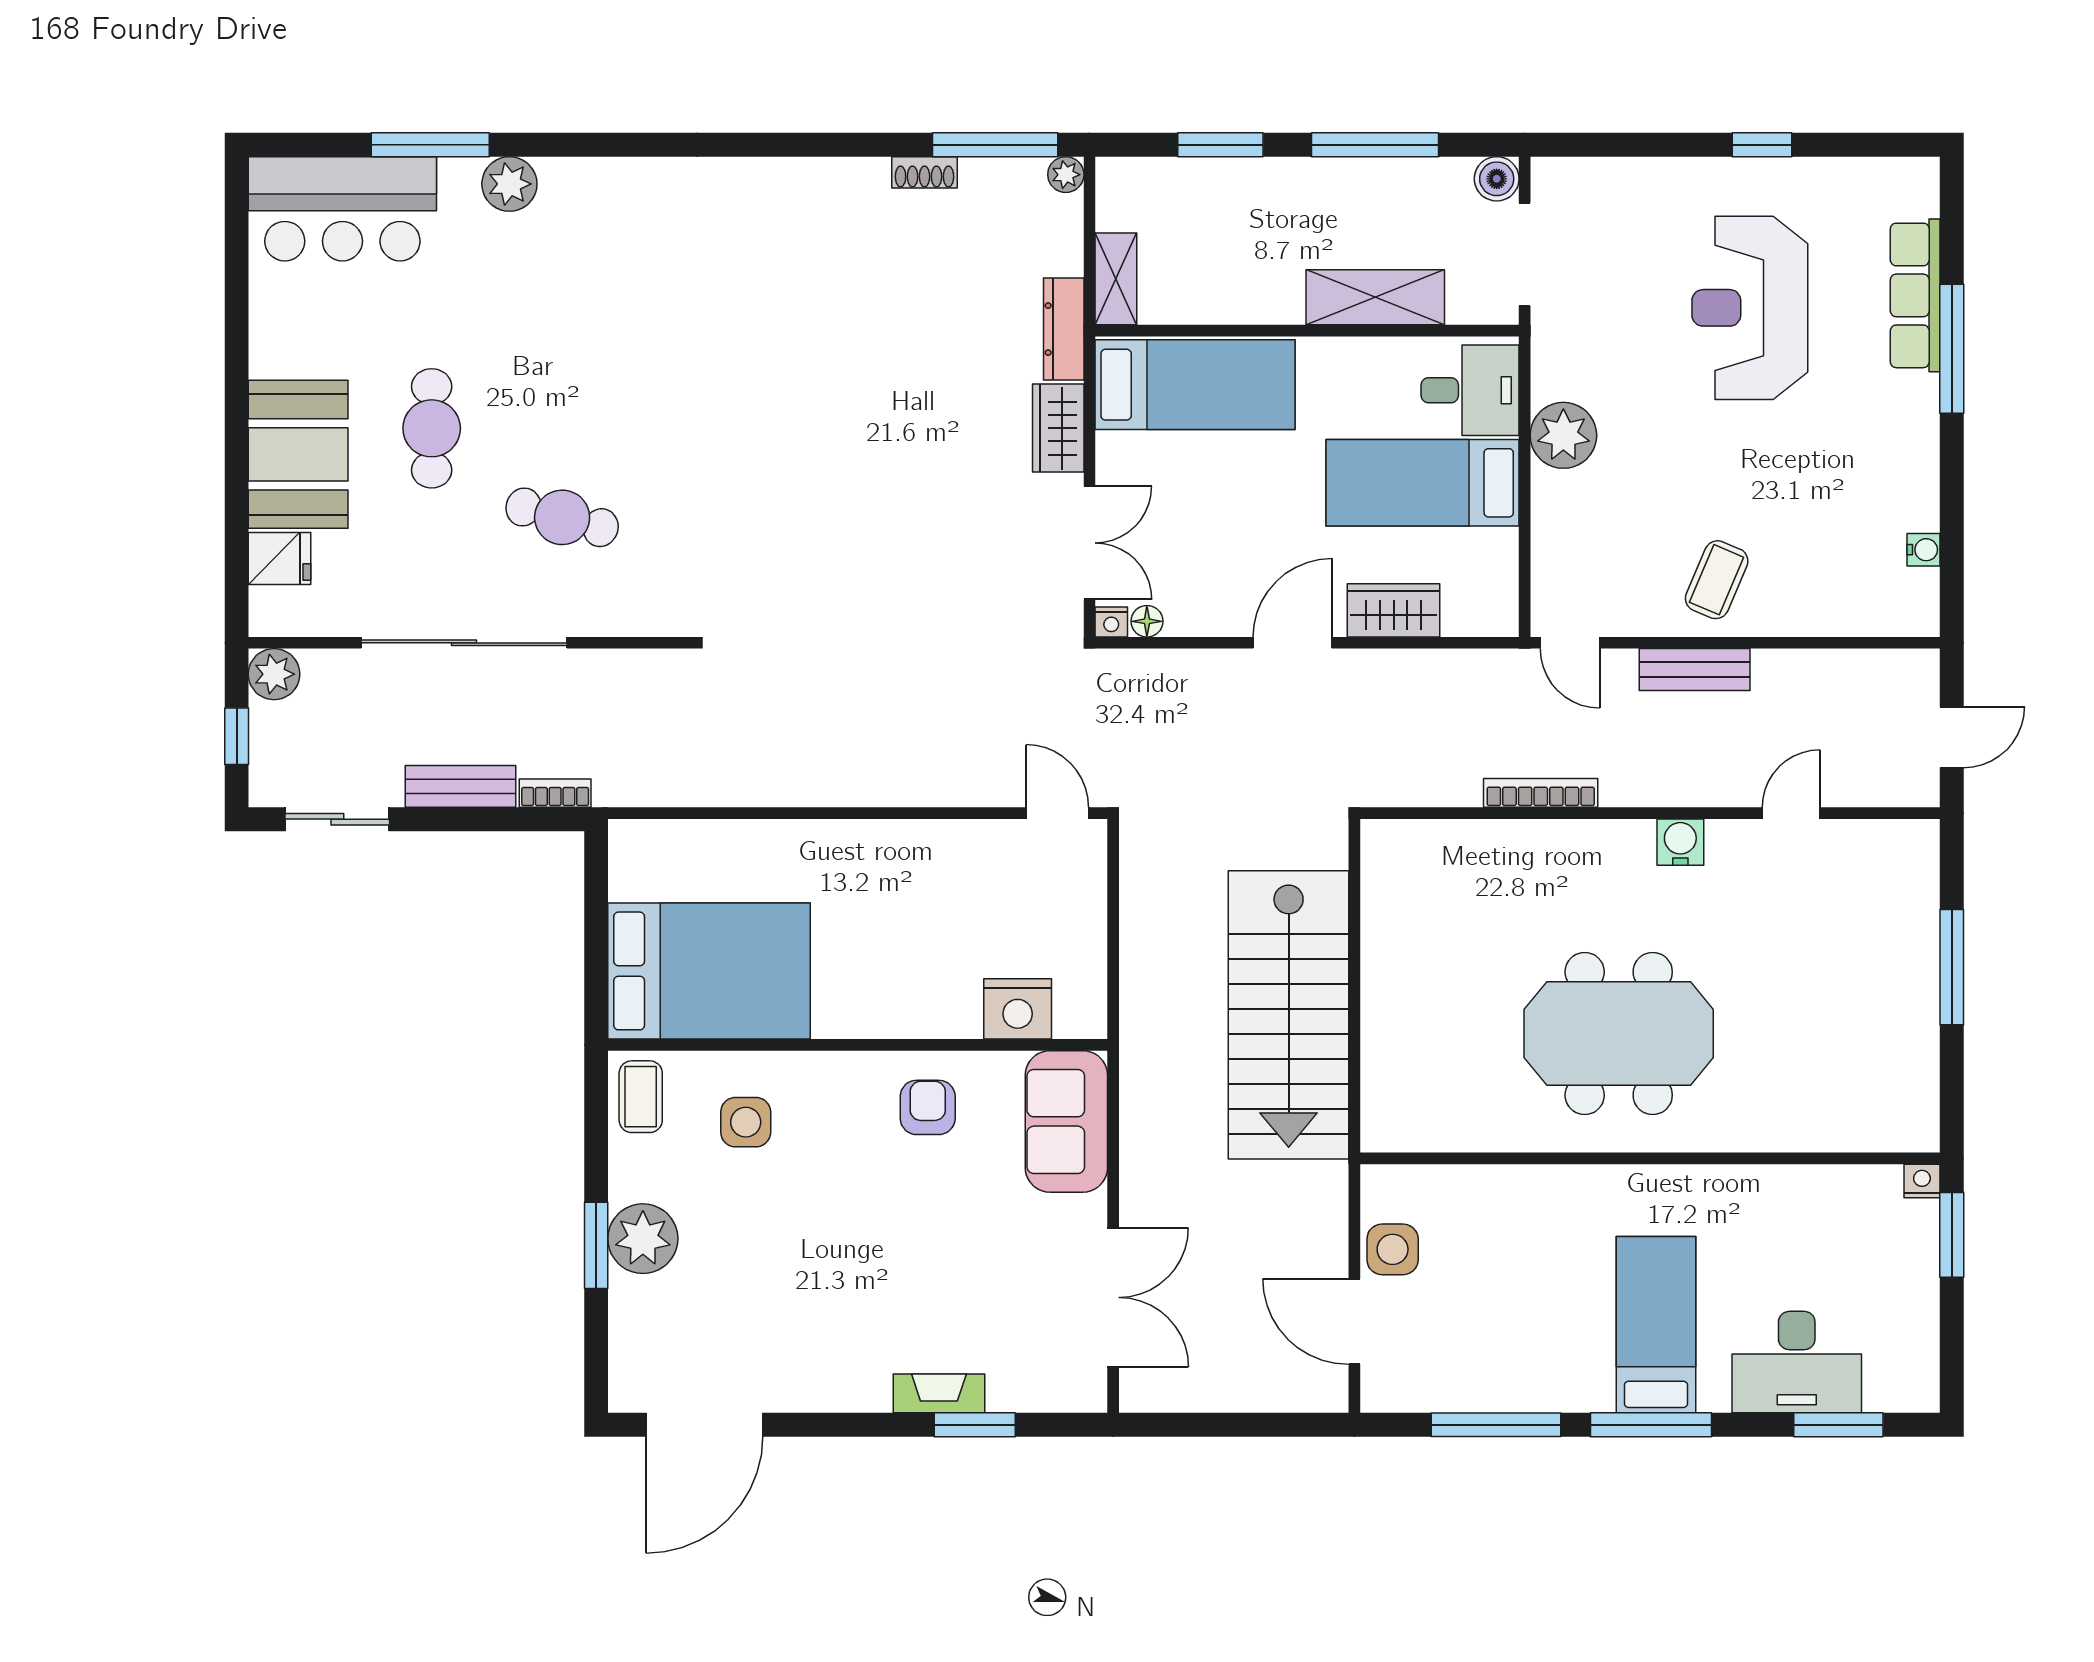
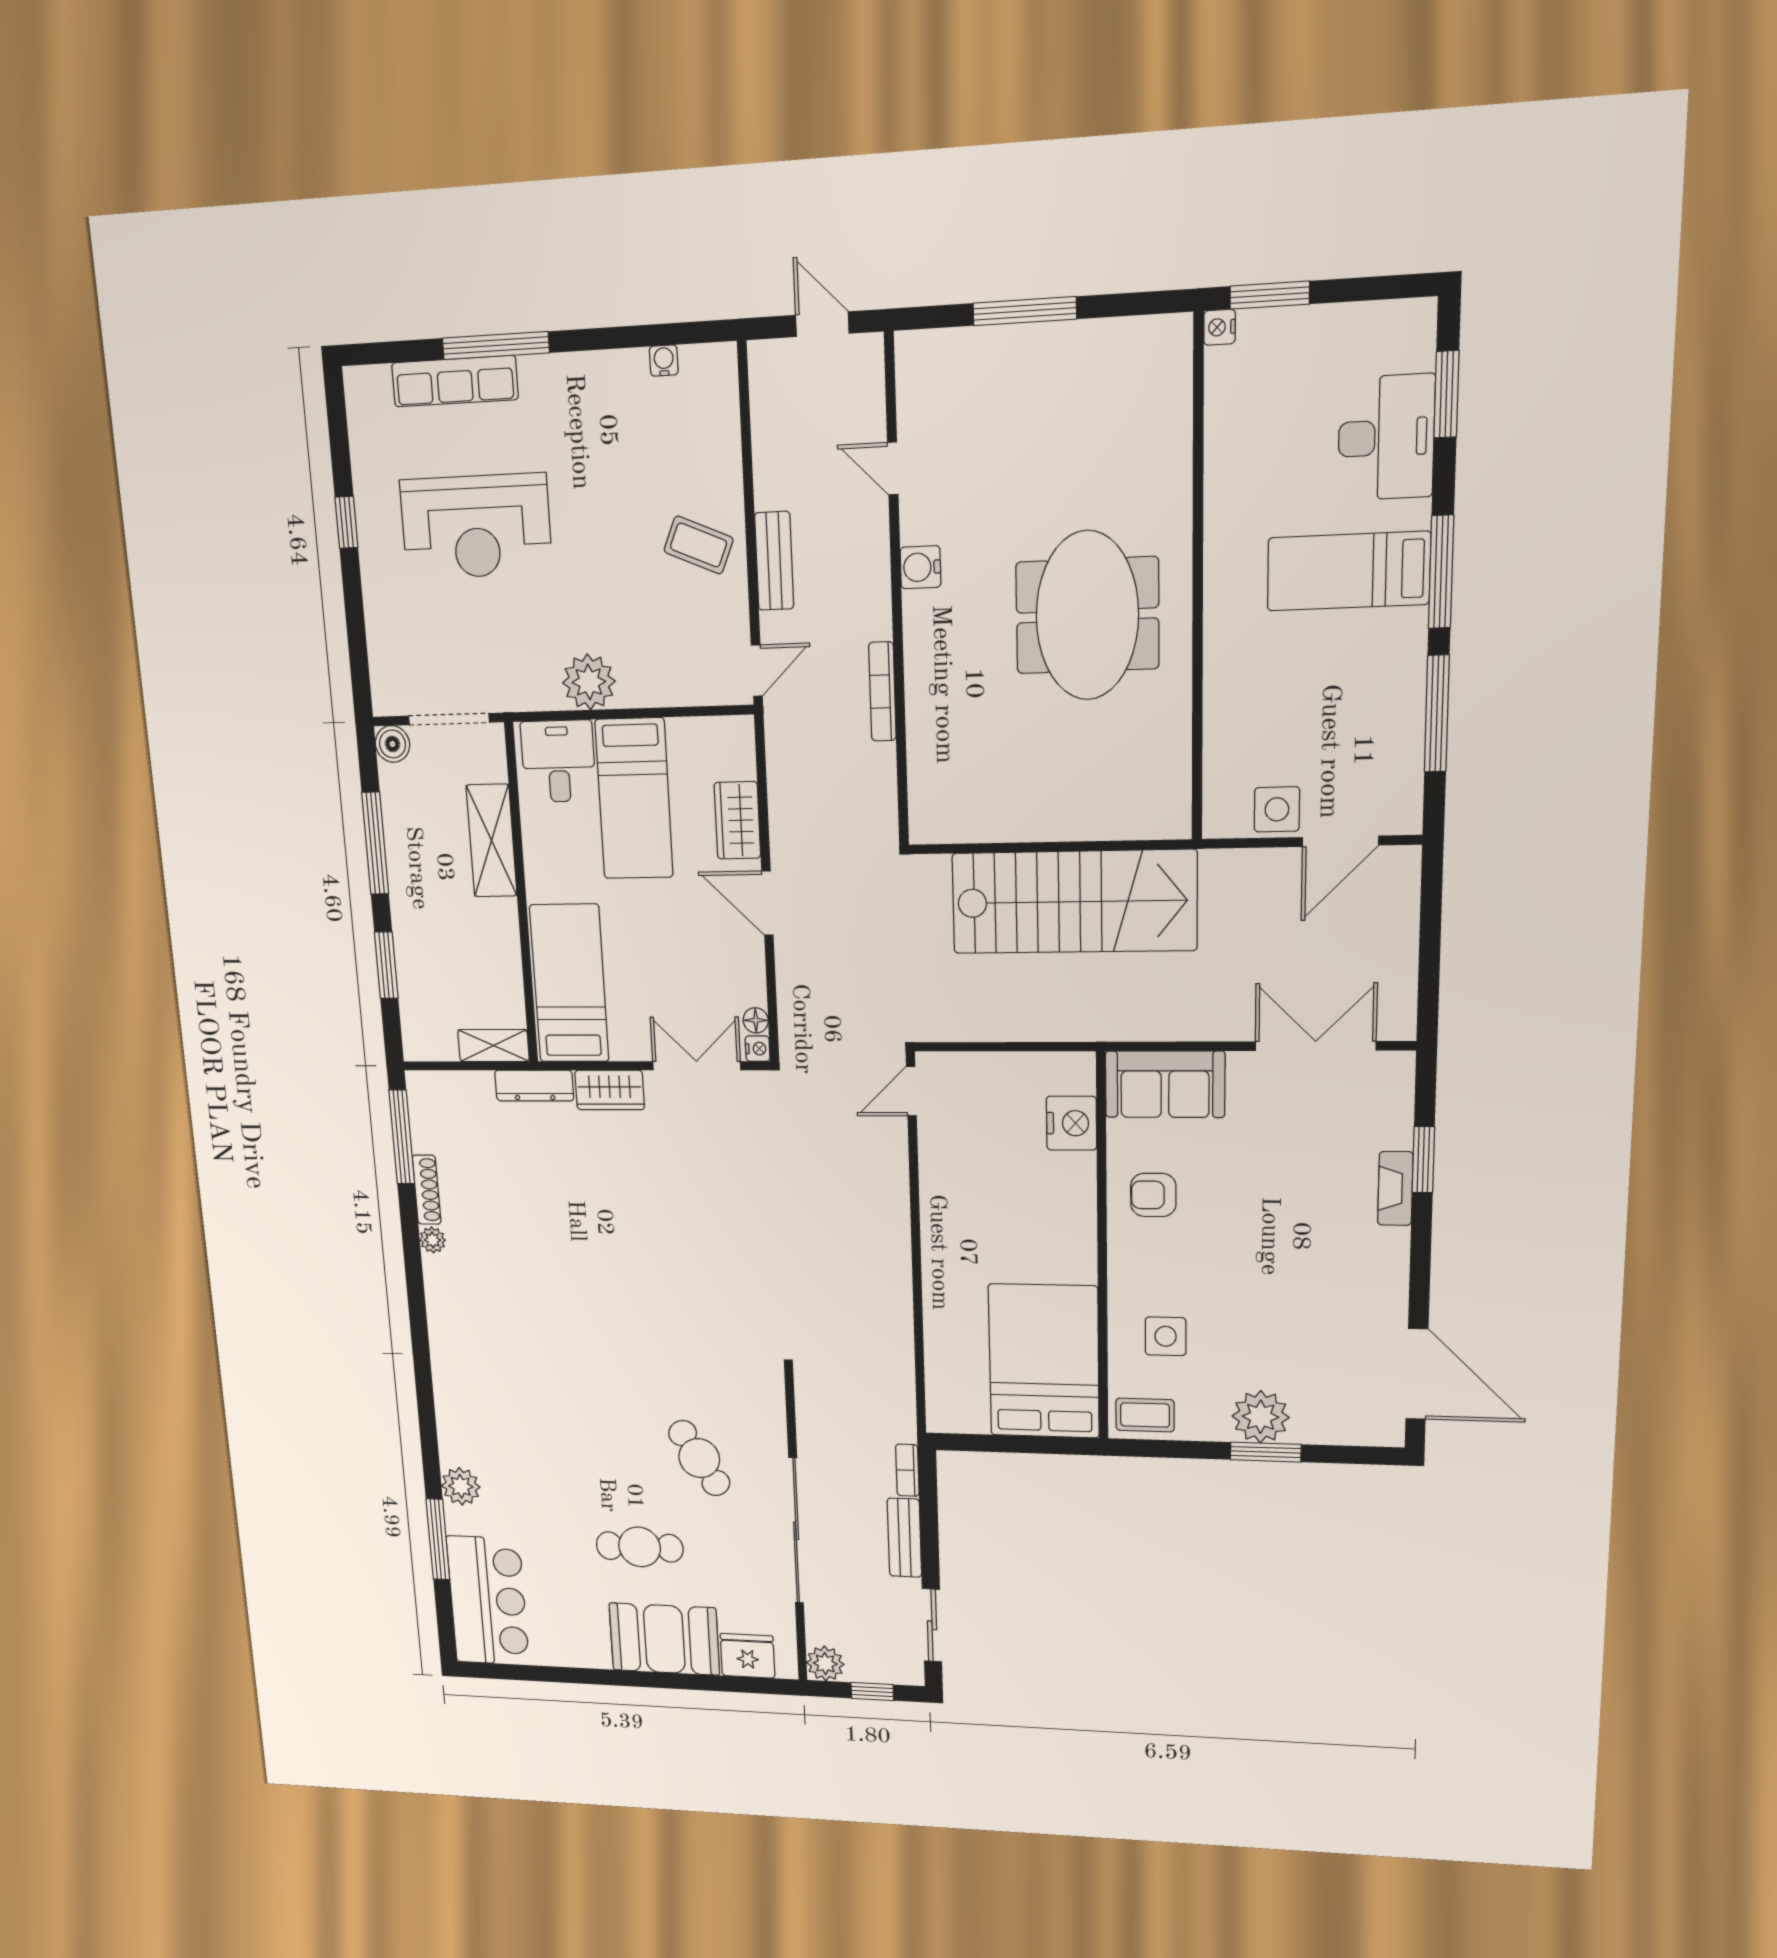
shoe rack: (925, 172) -> (427, 1190), width x1.43
plant: (1066, 175) -> (433, 1240), moved
cafe table: (562, 517) -> (699, 1458), turned -46
fridge: (280, 558) -> (748, 1656), width x1.38

